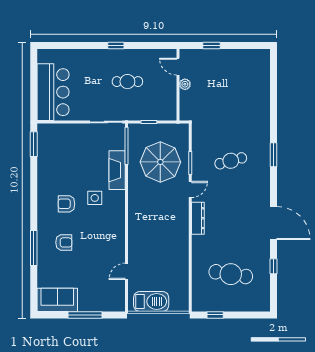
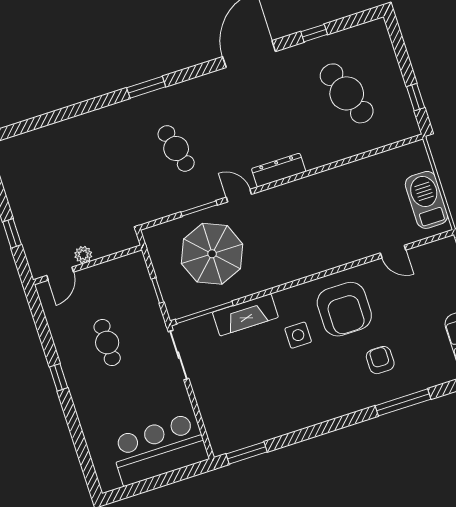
armchair: (66, 204) -> (344, 309), moved, width x1.88, depth x1.88
cafe table: (231, 274) -> (347, 93), turned -30

